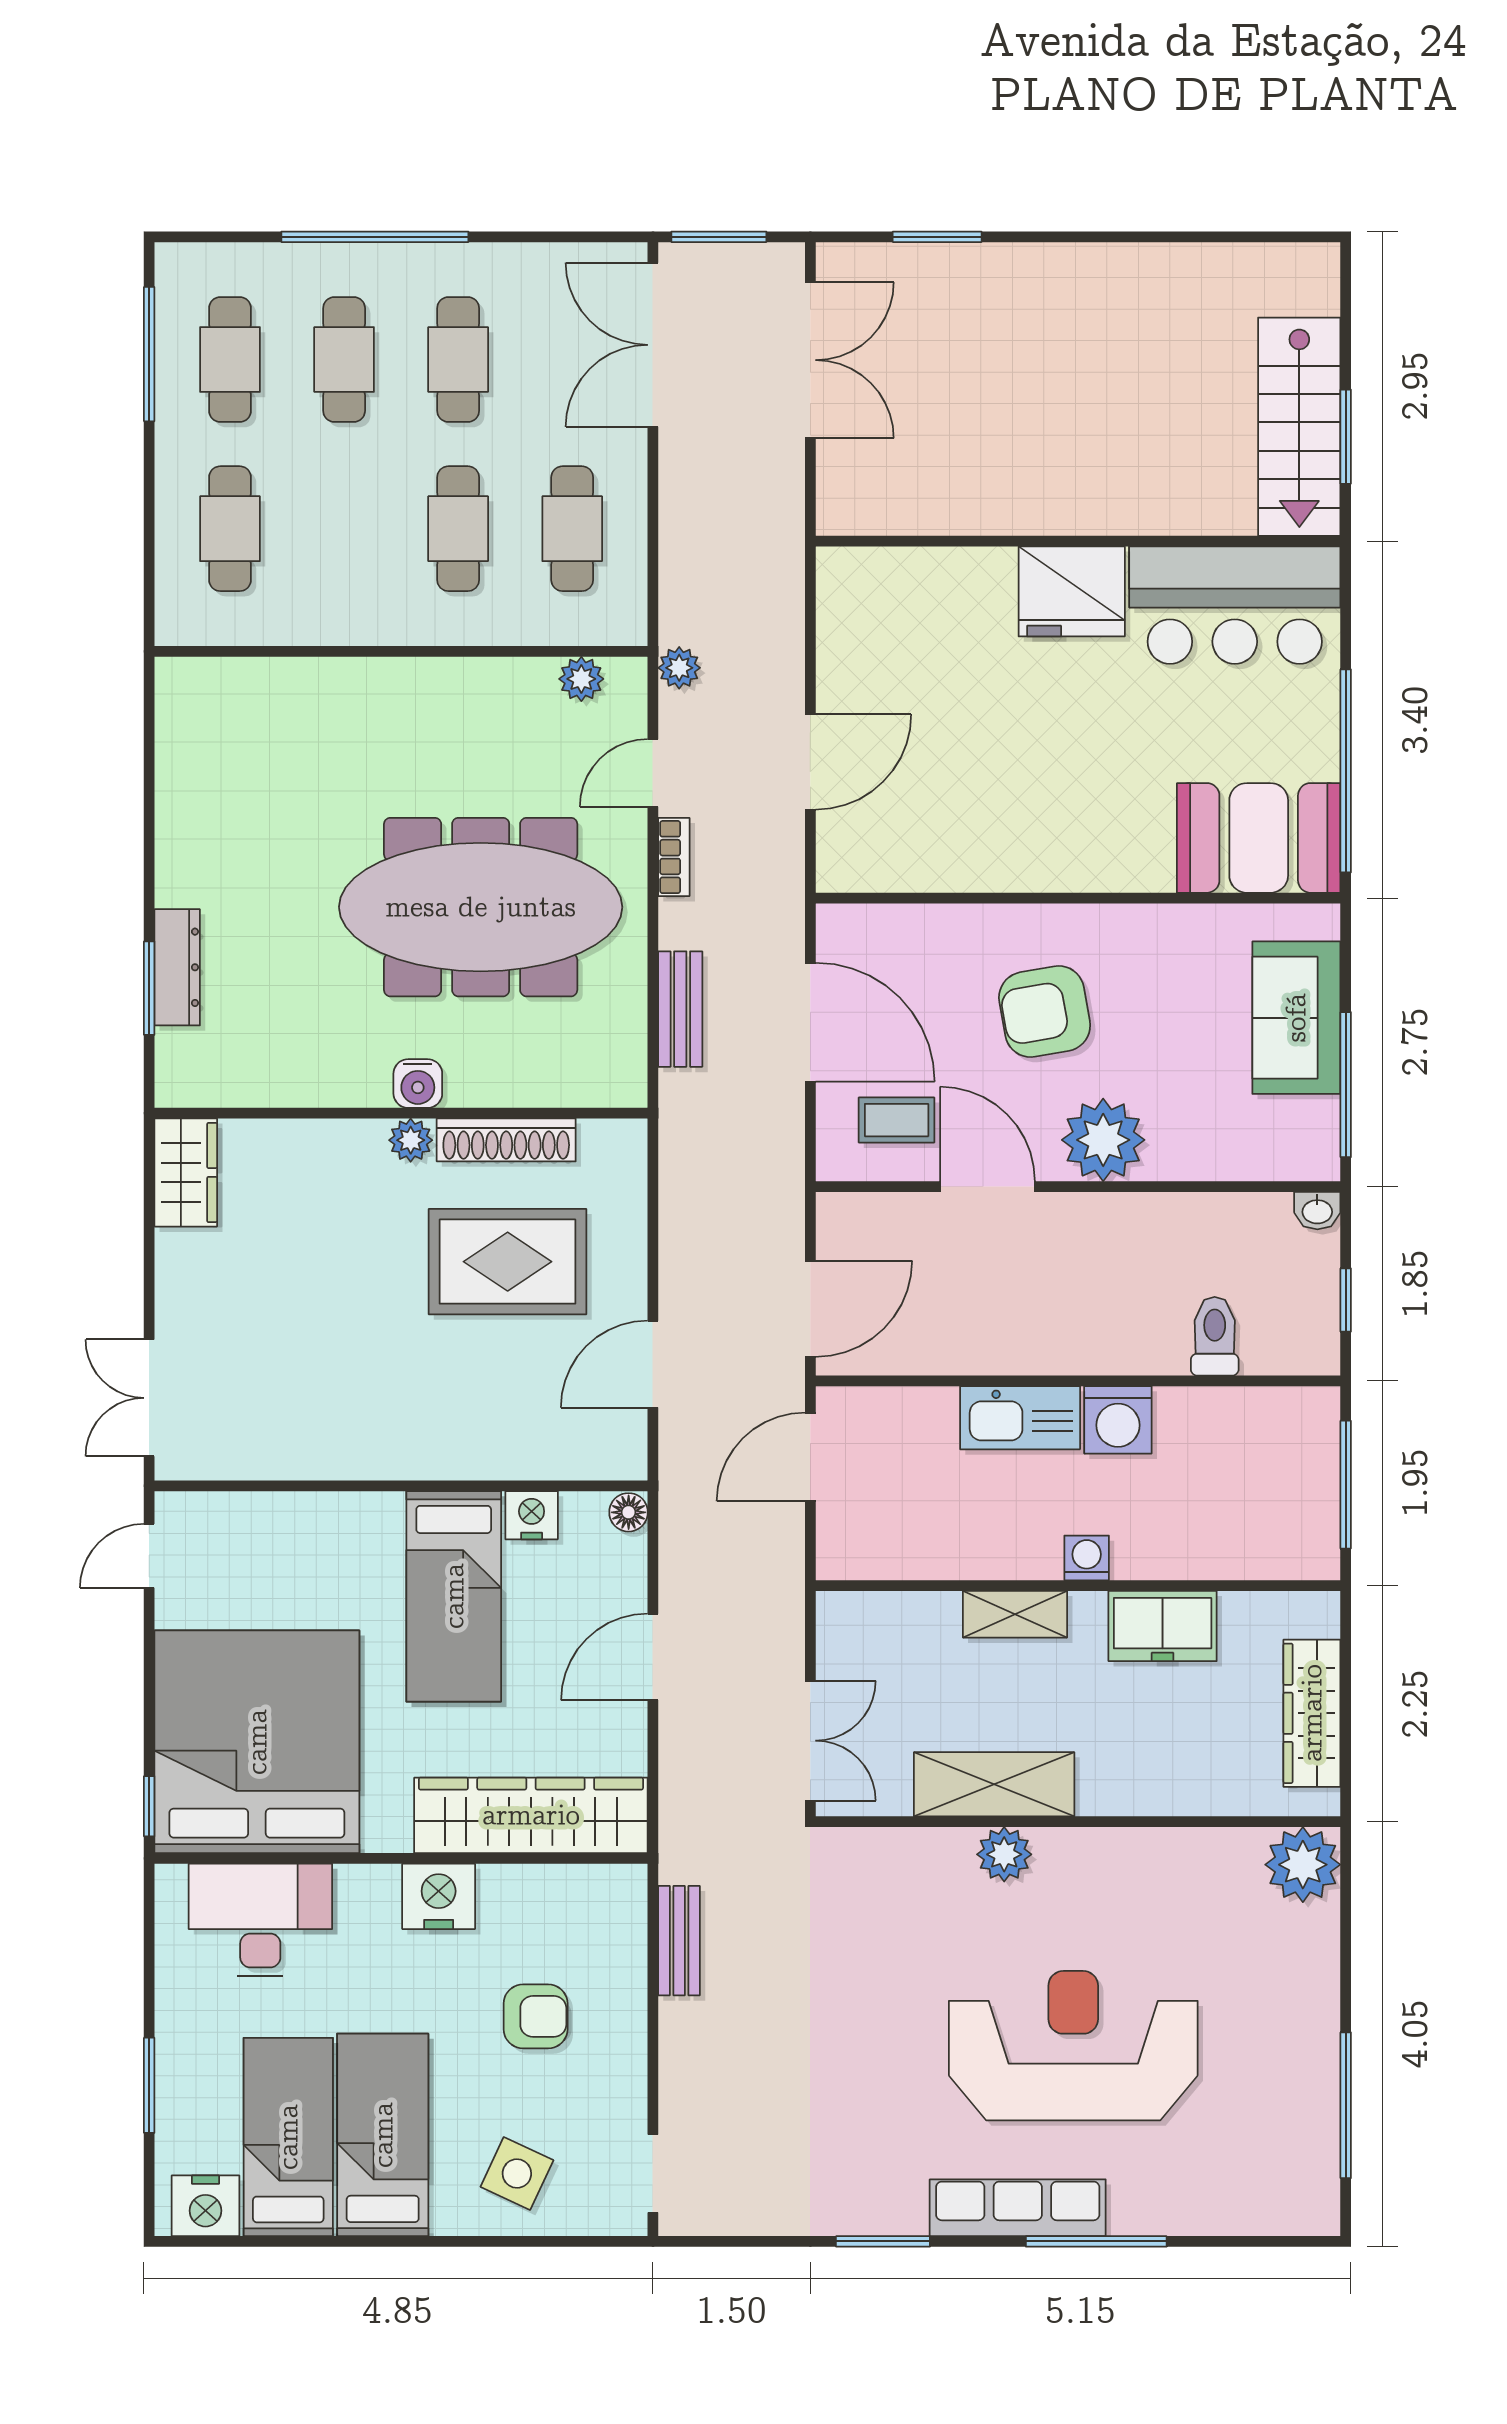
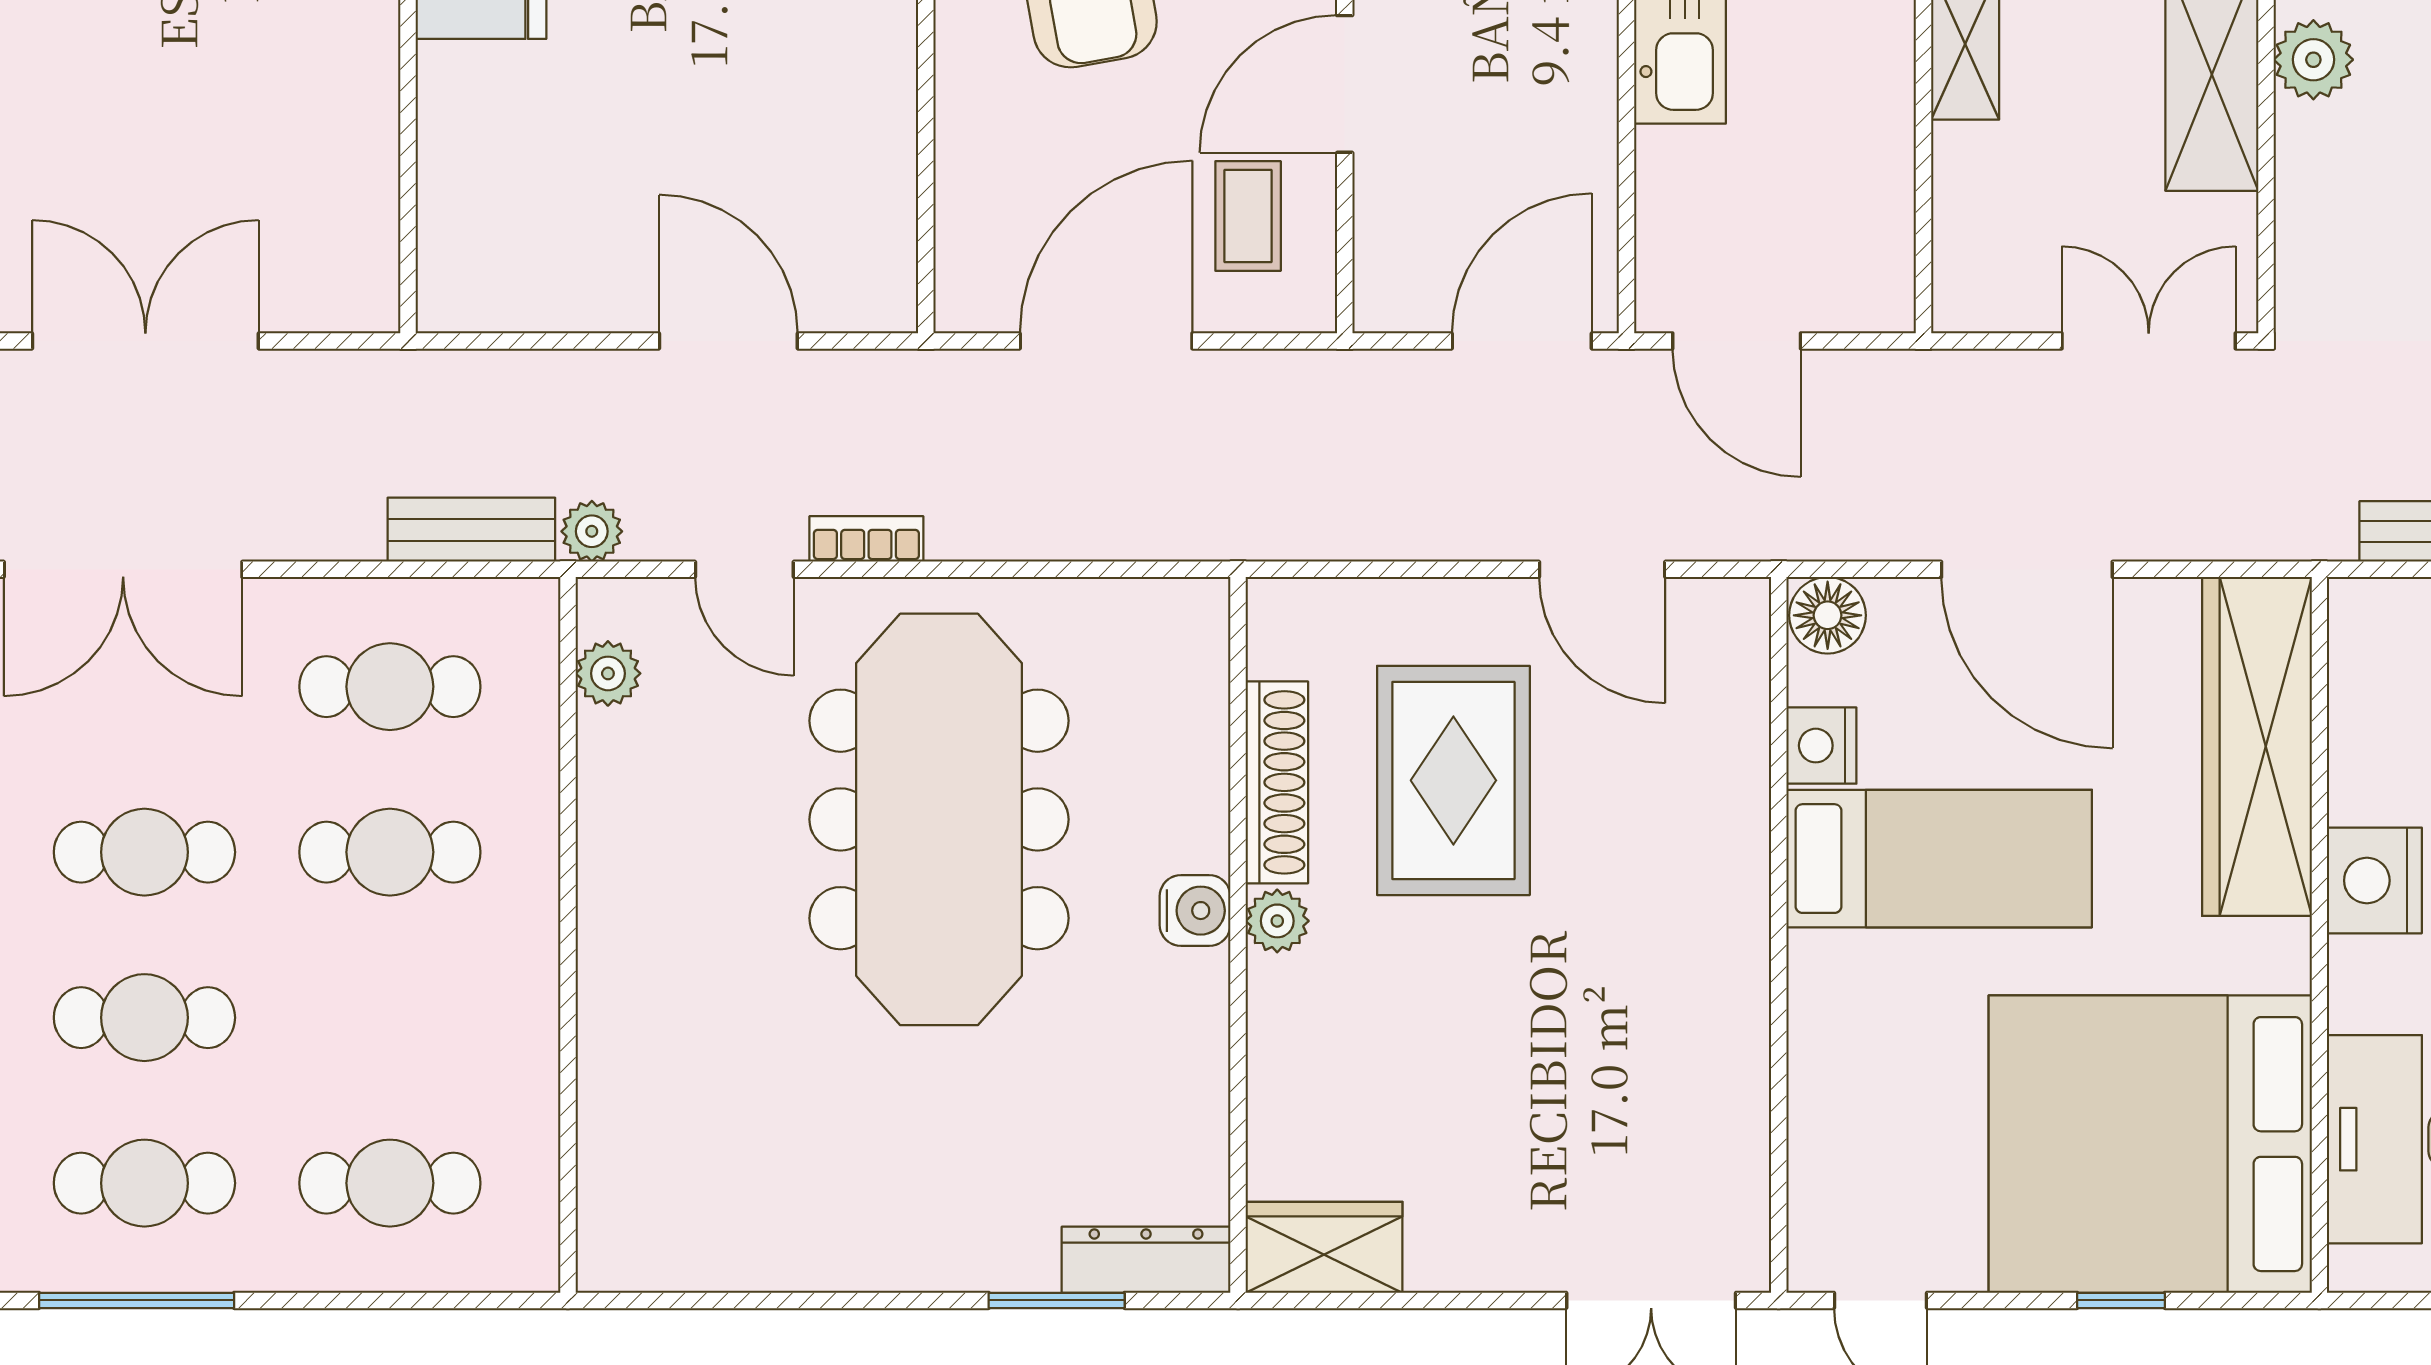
dresser: (177, 967) -> (1146, 1260), moved
bench: (680, 1009) -> (471, 530), moved
door: (810, 1309) -> (1522, 341), hinge flipped
floor lamp: (629, 1512) -> (1828, 615), width x1.37, depth x1.37
door: (653, 1657) -> (2027, 569), width x1.36
window: (149, 1806) -> (2121, 1300), moved

